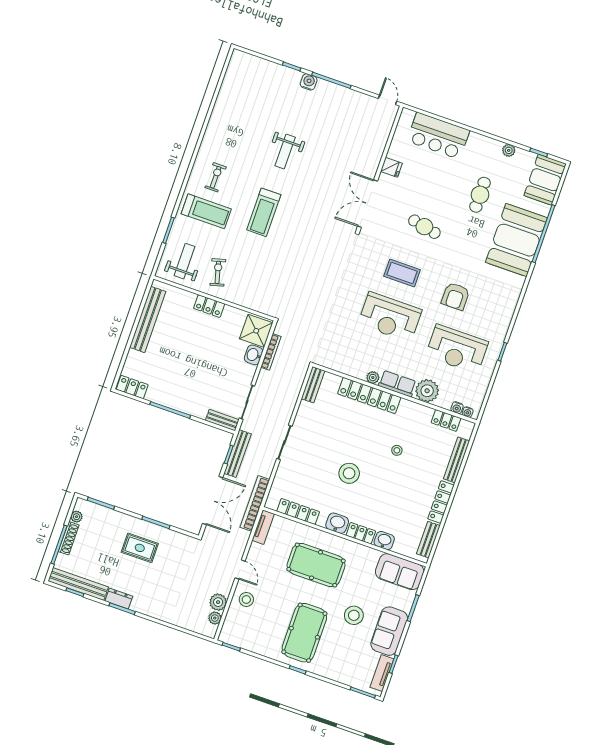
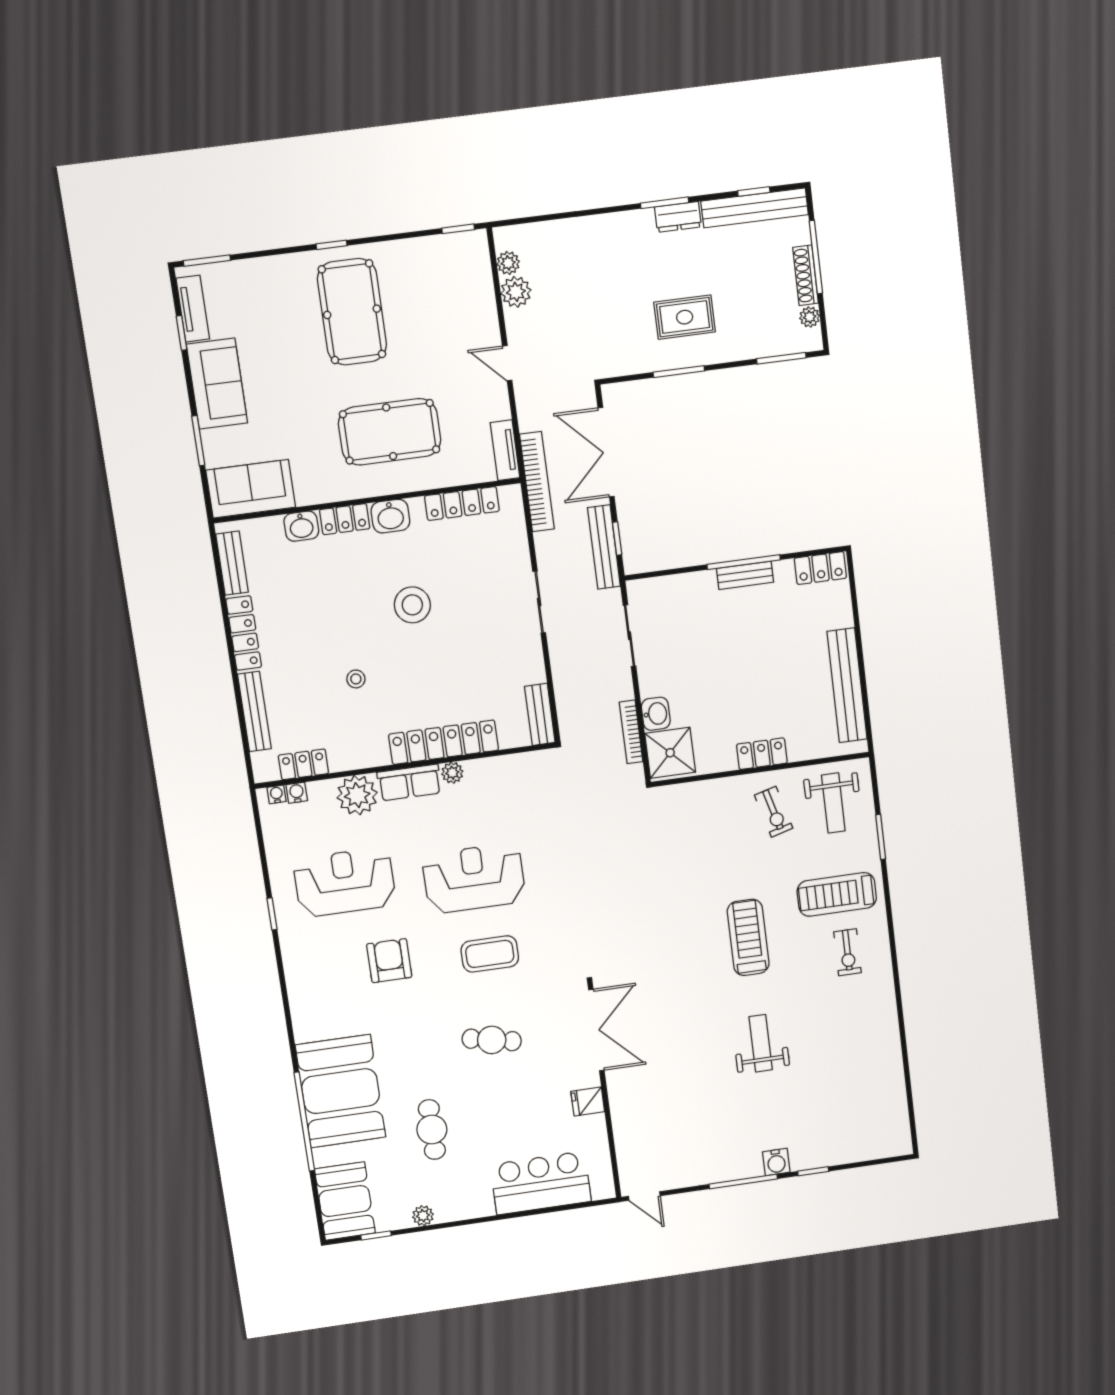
bench: (222, 420) -> (745, 575), moved
stool: (246, 599) -> (473, 319), removed
stool: (354, 615) -> (287, 381), removed

